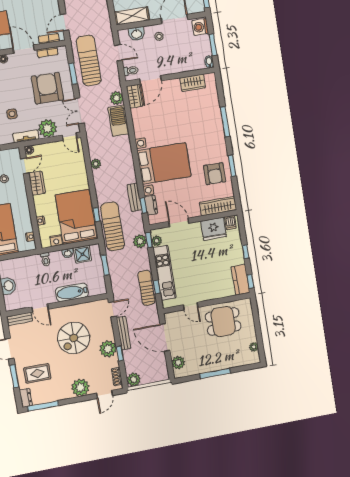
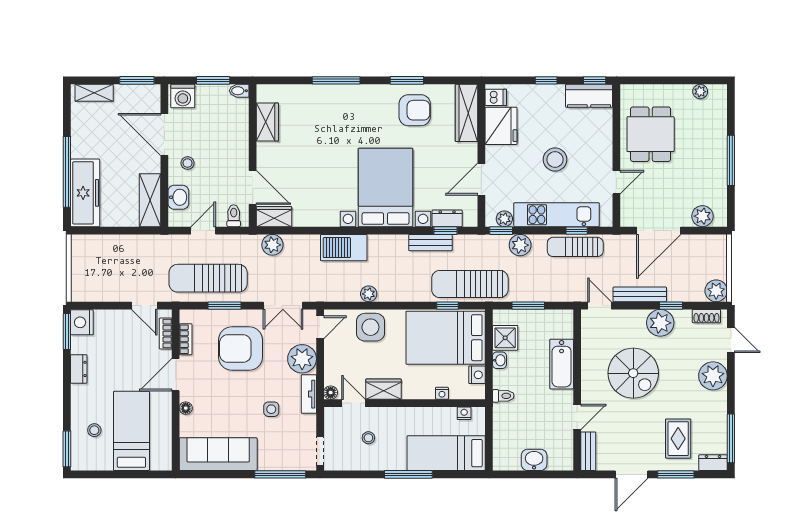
barbecue: (118, 121) -> (344, 248), moved
side table: (75, 168) -> (370, 327), added
plant: (140, 241) -> (520, 245), moved
stool: (198, 266) -> (555, 160), added

